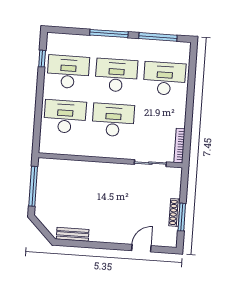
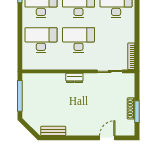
dresser: (105, 168) -> (74, 78), added

